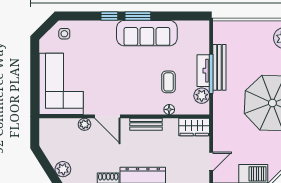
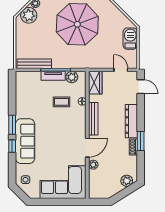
sofa: (147, 33) -> (25, 141), moved
bench: (219, 67) -> (34, 64), moved
bench: (146, 124) -> (93, 119), width x1.36

